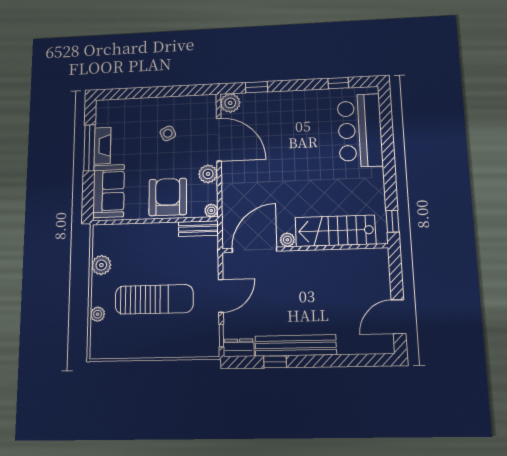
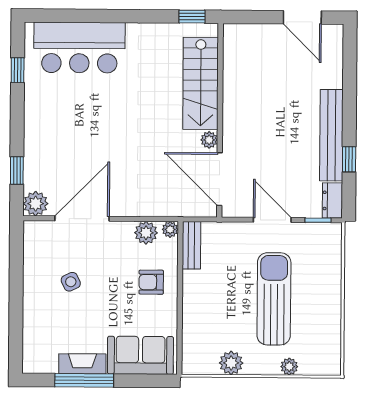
plant: (208, 174) -> (146, 233), moved
armchair: (168, 197) -> (151, 282), width x0.53, depth x0.53

